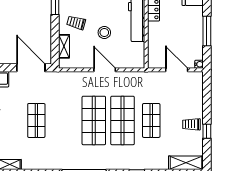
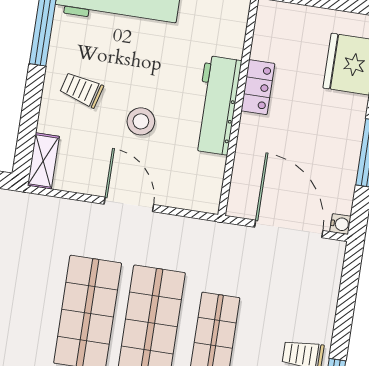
shelving: (64, 46) -> (43, 161), moved
door: (177, 70) -> (289, 229), width x1.36

